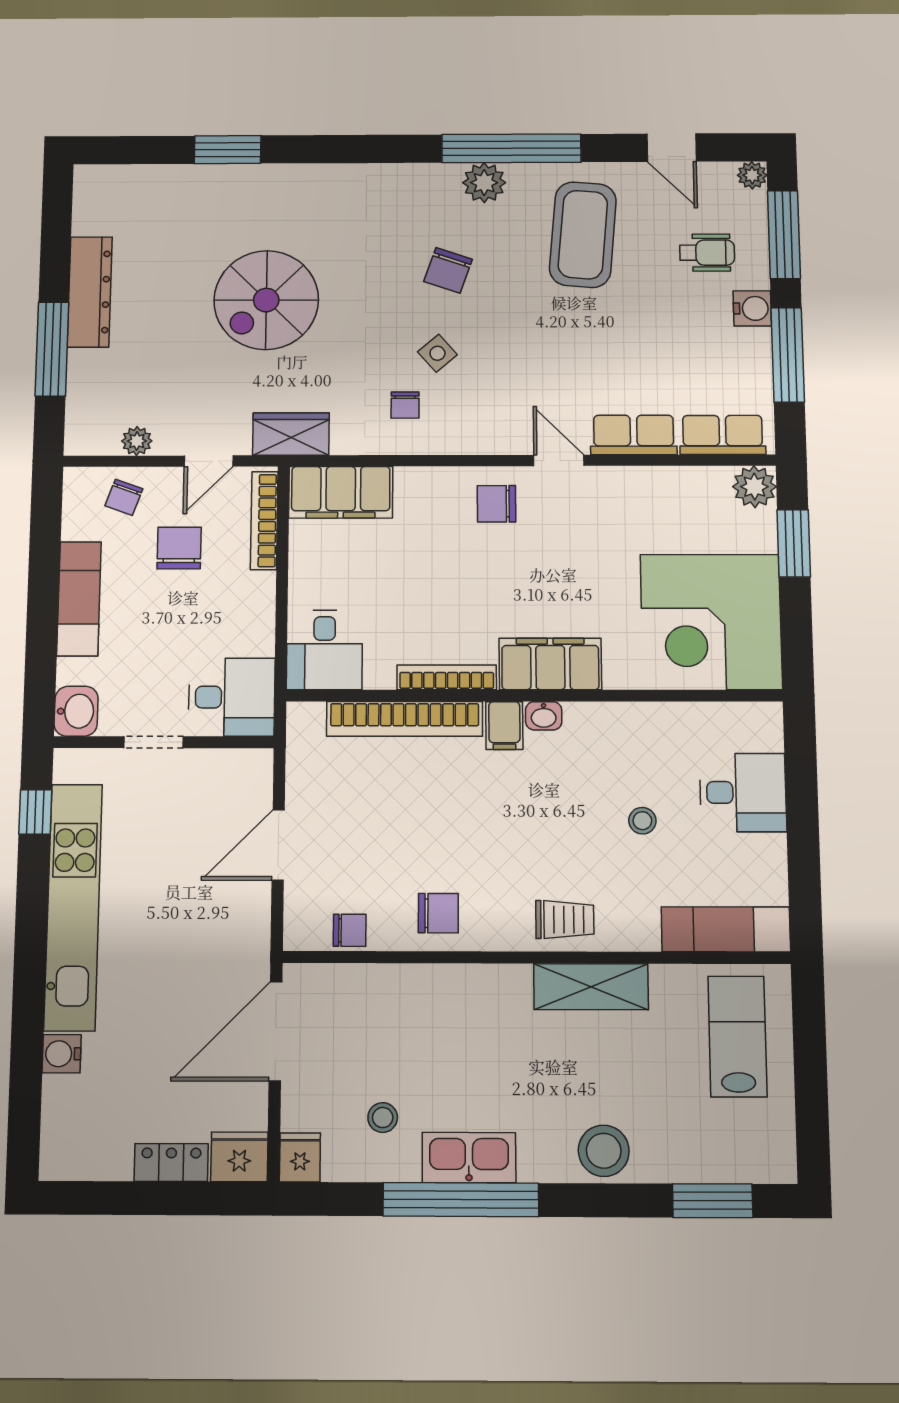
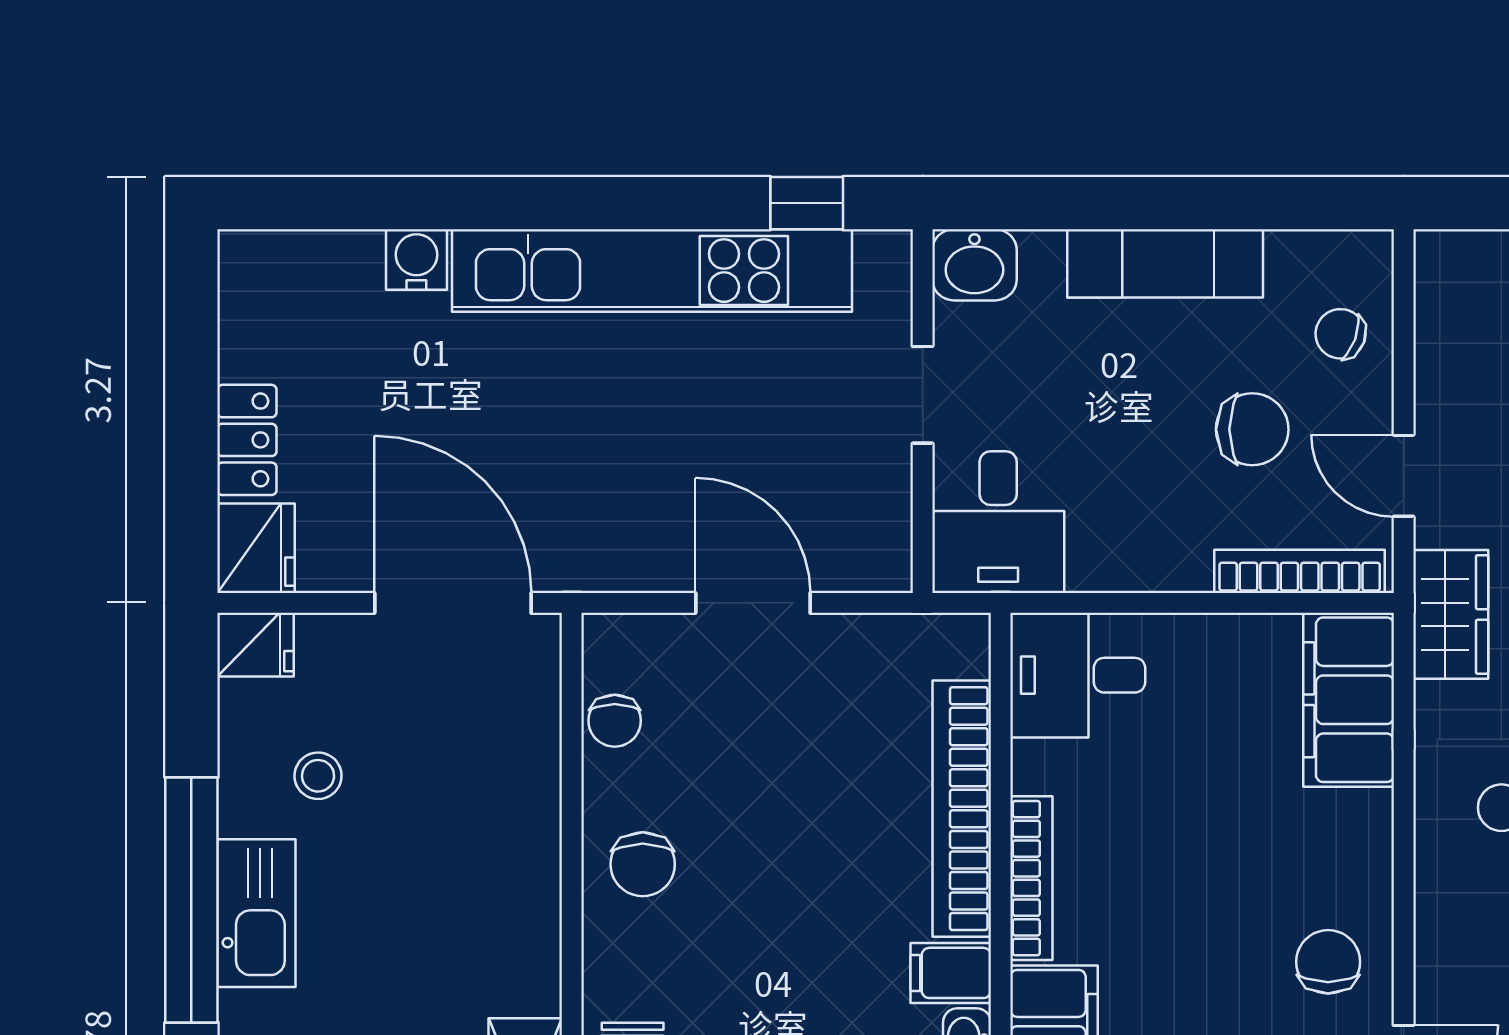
plant: (137, 441) -> (1439, 353), removed

